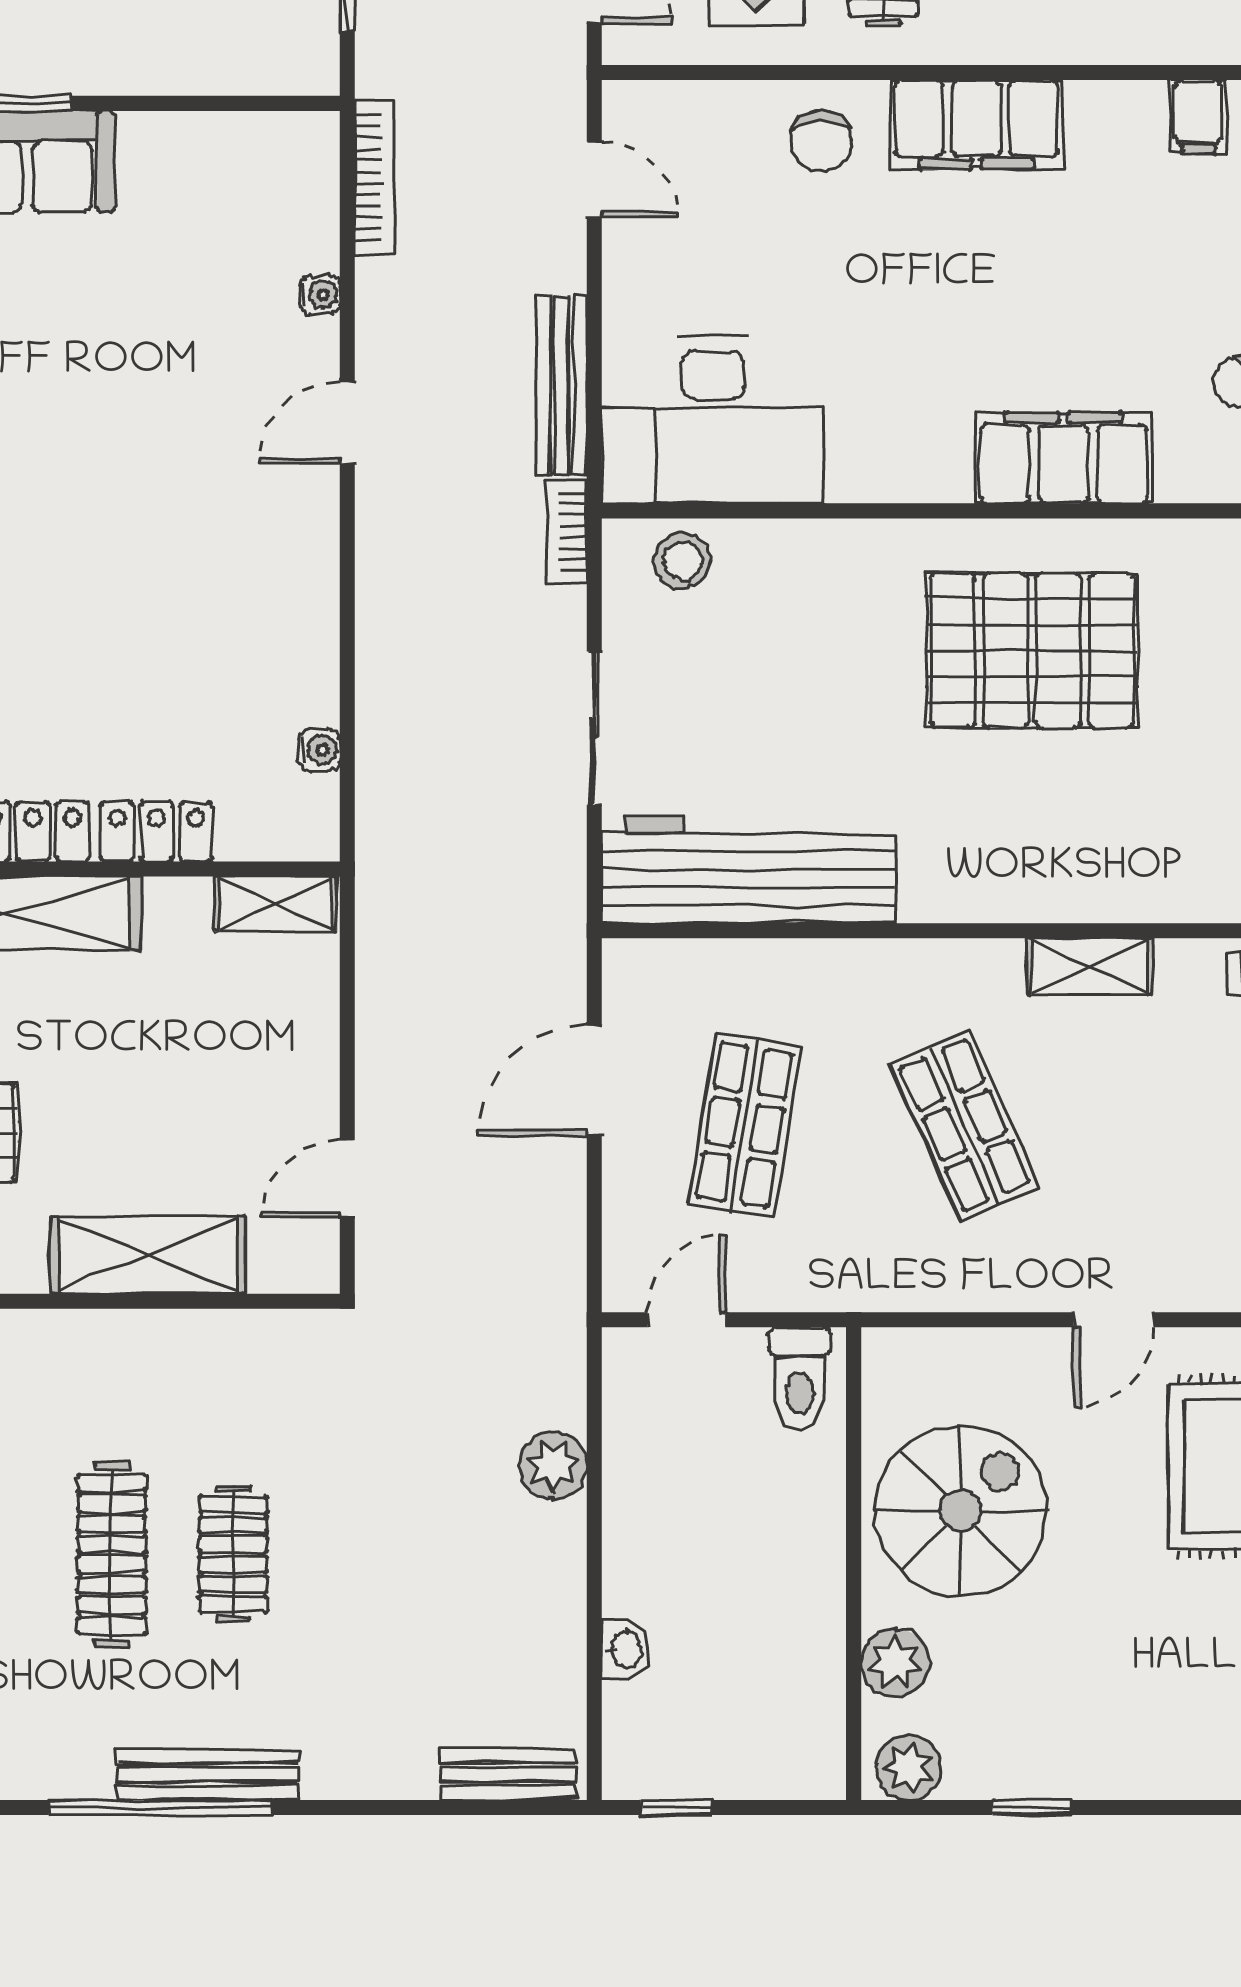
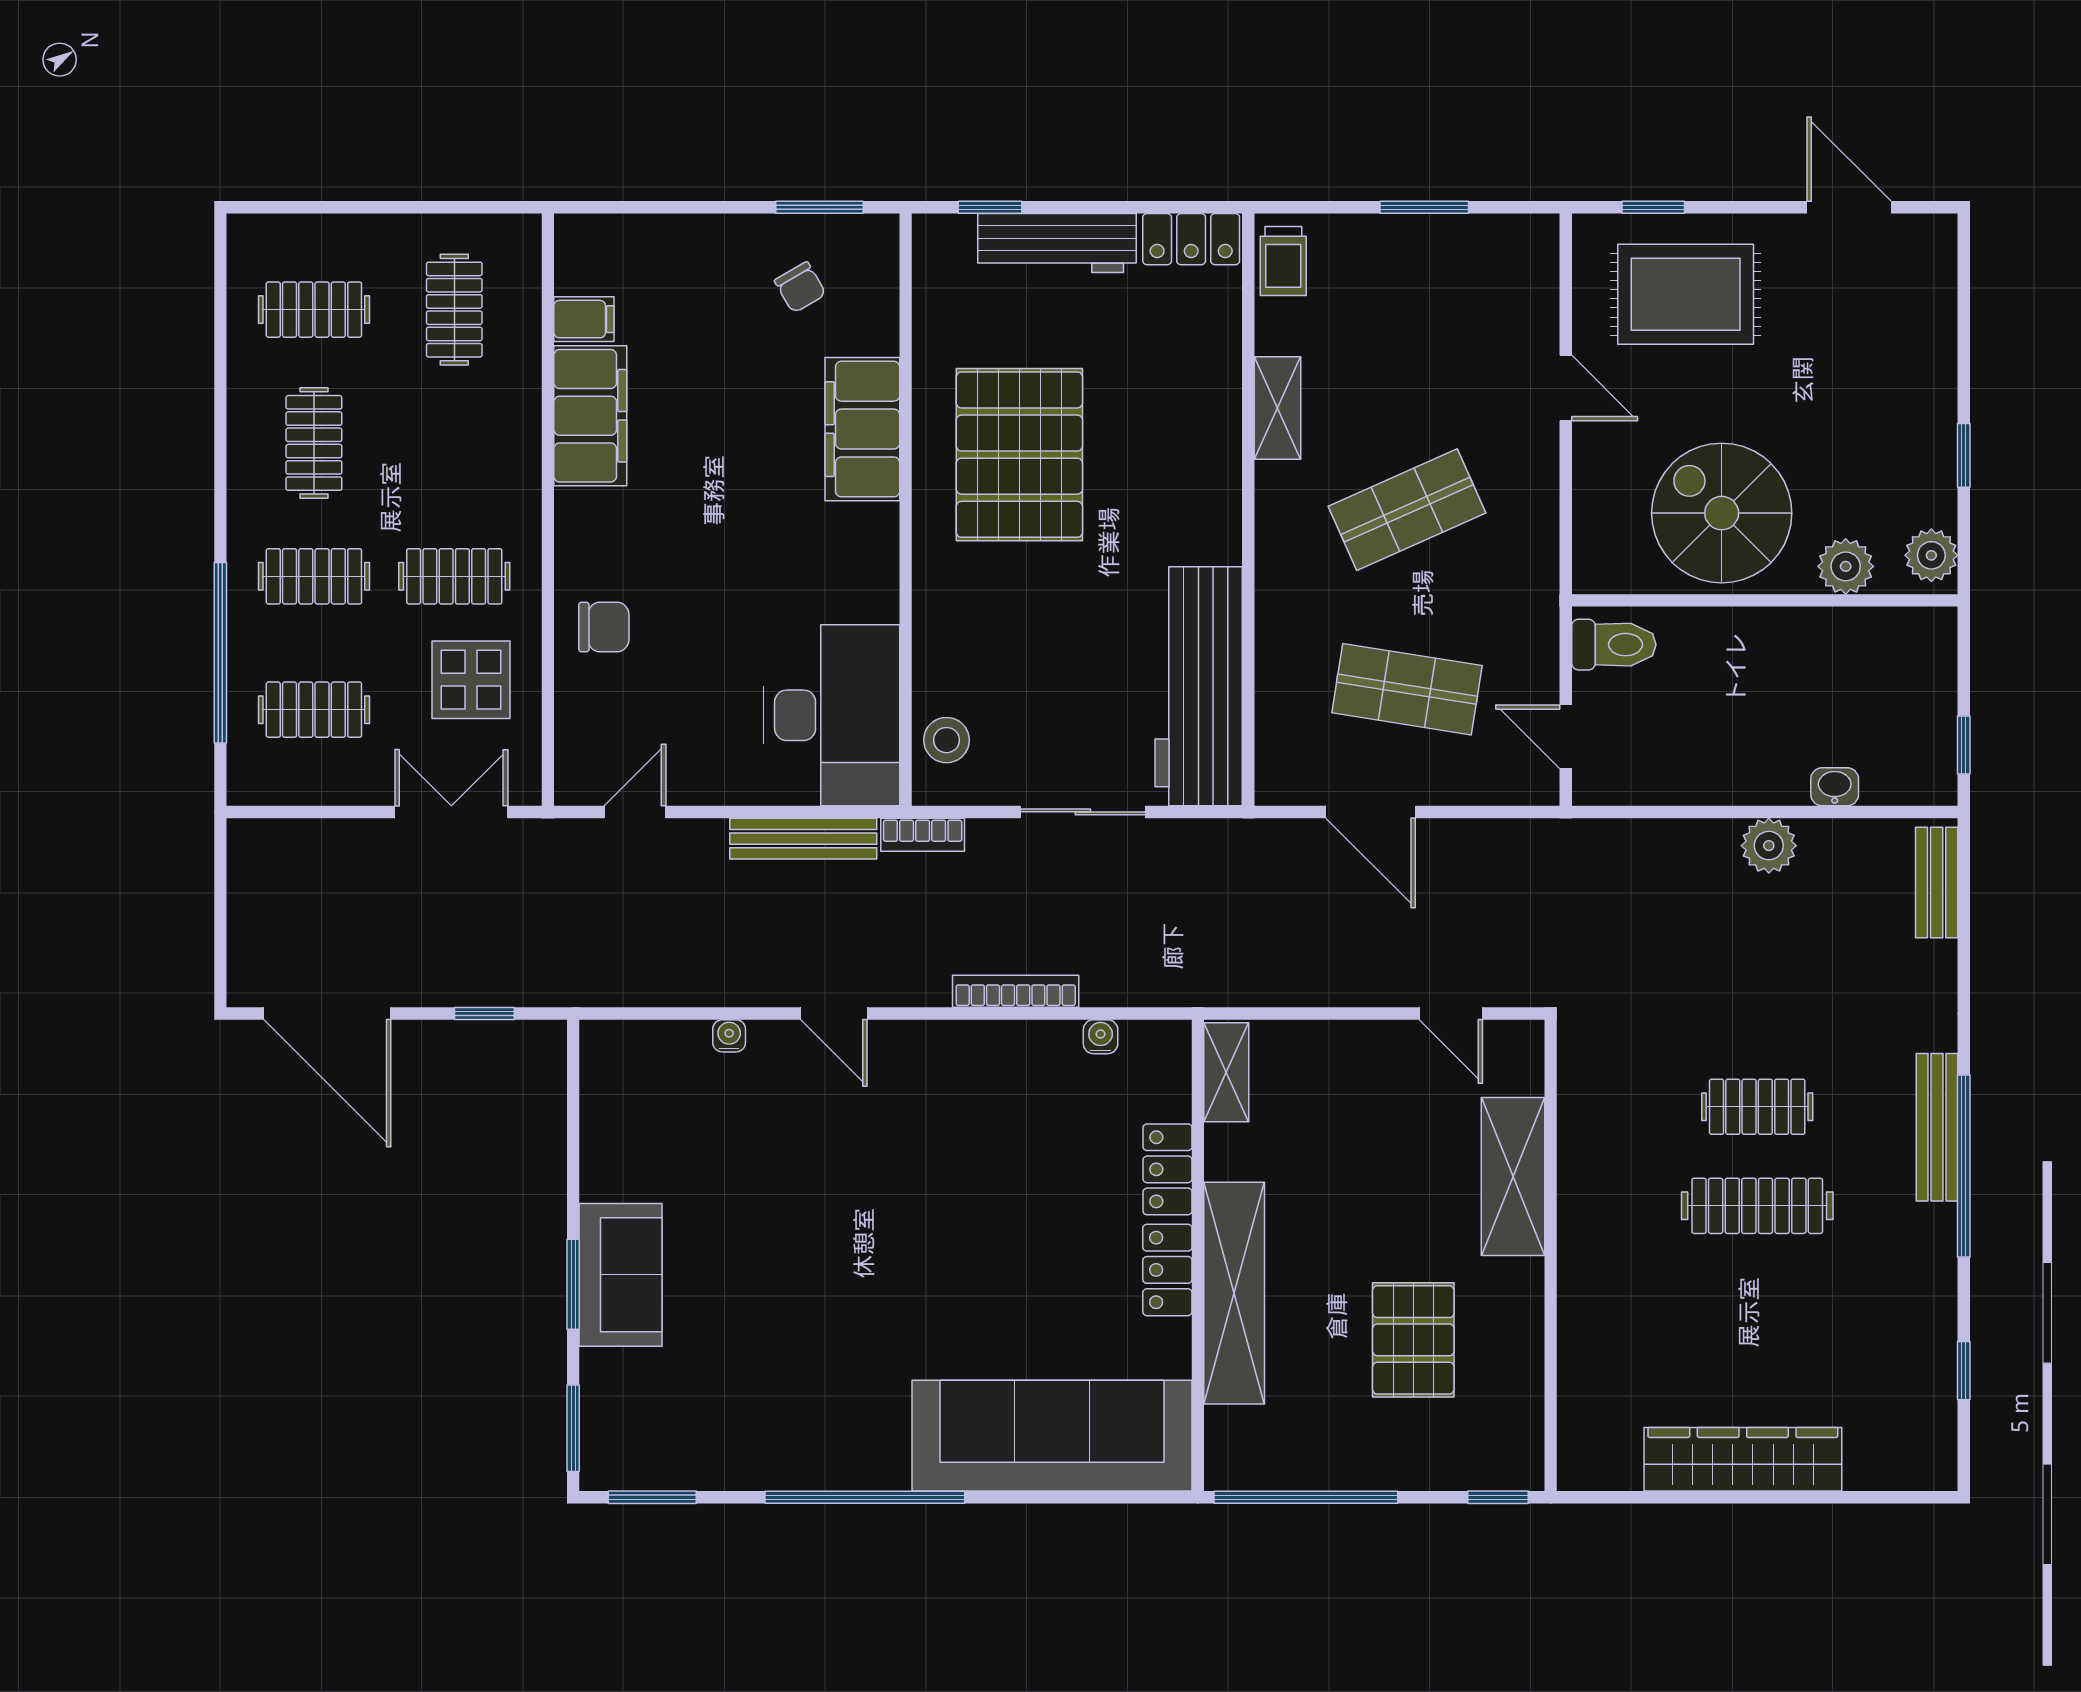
filing cabinet: (977, 124) -> (590, 416), moved
bookcase: (375, 177) -> (1016, 991), moved
plant: (553, 1466) -> (1769, 846), moved

